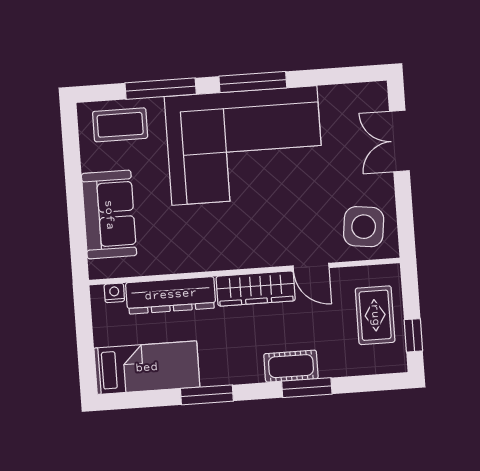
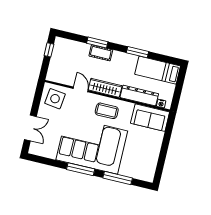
coffee table: (120, 125) -> (107, 111), moved
sofa: (109, 215) -> (150, 118), moved, turned -90
rug: (375, 315) -> (61, 62), removed

